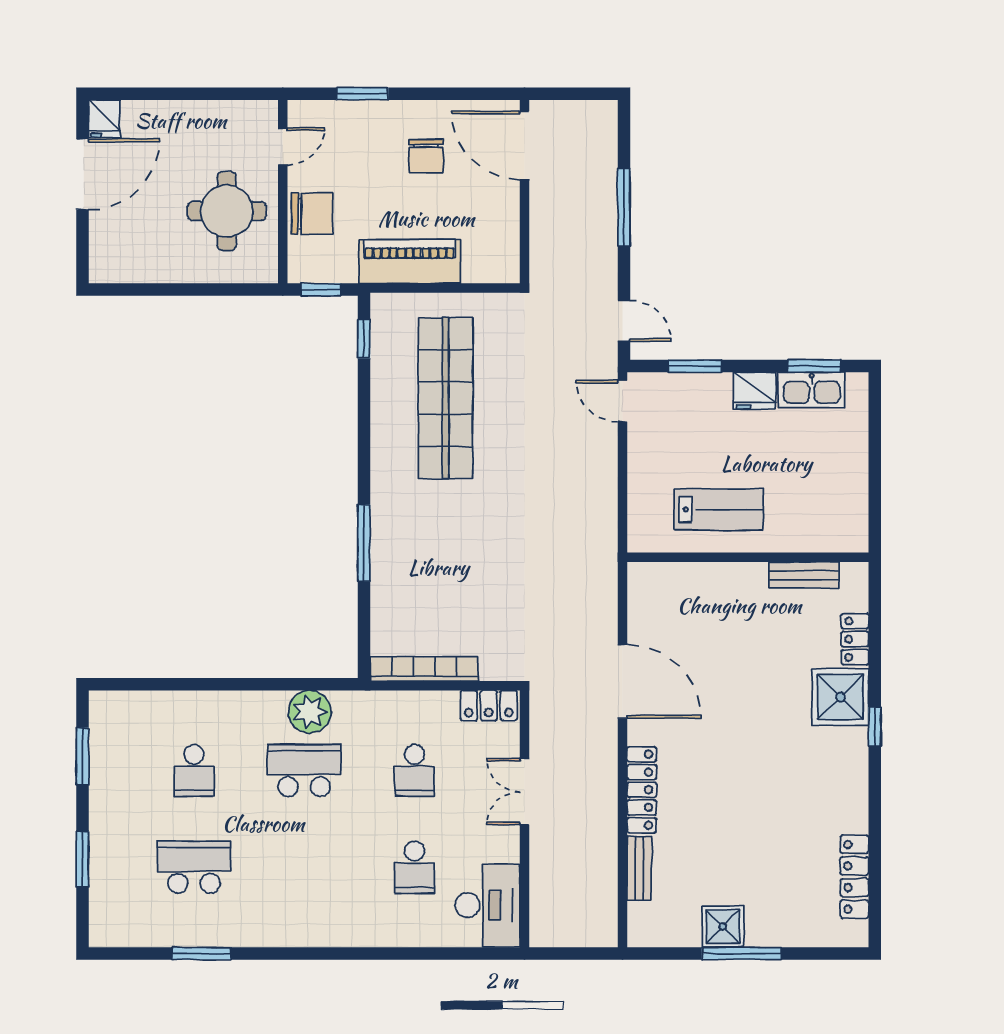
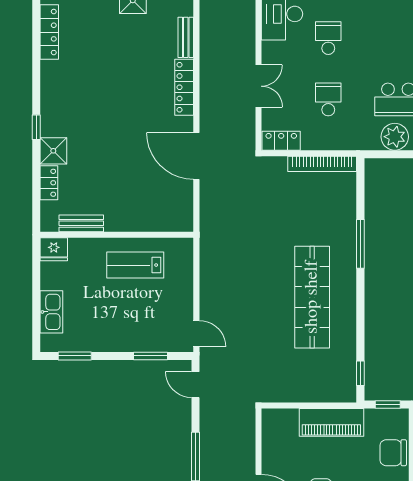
kitchen sink: (812, 390) -> (51, 312), moved, turned 90
fridge: (755, 391) -> (54, 249), moved, turned 180
shop shelf: (446, 398) -> (312, 297), moved
shower: (840, 697) -> (53, 151), width x0.73, depth x0.73

